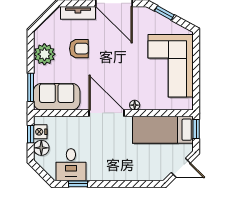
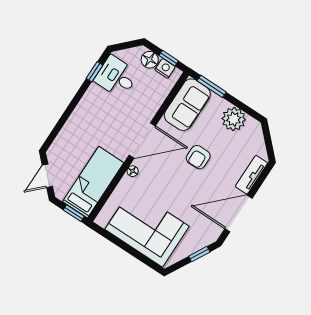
armchair: (79, 49) -> (198, 157), moved

